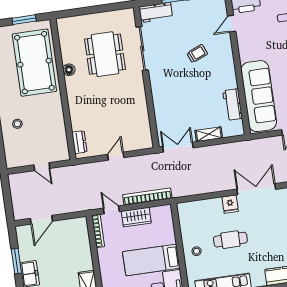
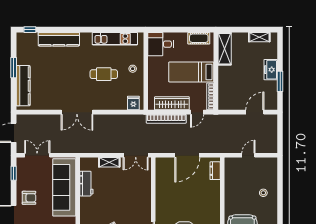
door: (116, 156) -> (187, 155), width x1.87
door: (42, 167) -> (248, 155), hinge flipped
fridge: (230, 204) -> (133, 103), moved
door: (111, 210) -> (197, 112), hinge flipped
wardrobe: (136, 217) -> (172, 103), width x1.50
bed: (151, 260) -> (191, 72), moved, turned 180

